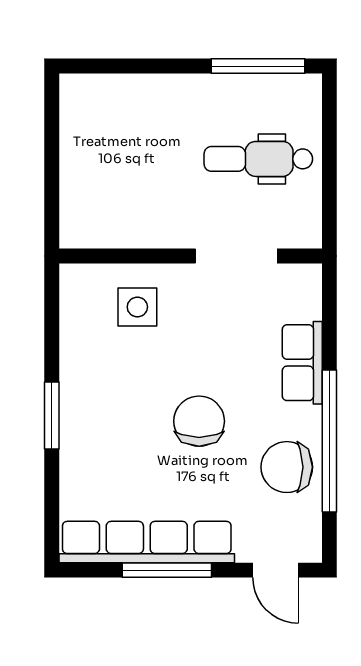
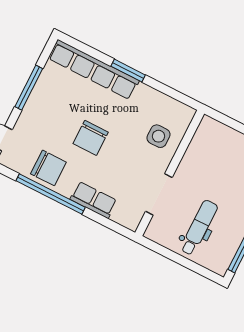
chair: (199, 421) -> (91, 138), turned 90
chair: (287, 467) -> (48, 168), turned 90
row of seats: (147, 542) -> (94, 70), moved, turned 90

